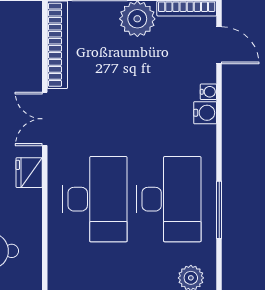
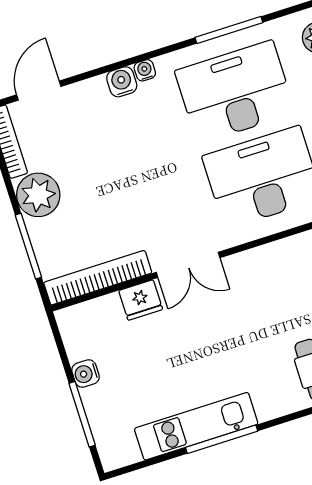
water cooler: (208, 92) -> (145, 70), moved
fridge: (29, 173) -> (141, 300), moved

